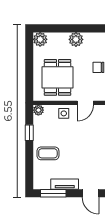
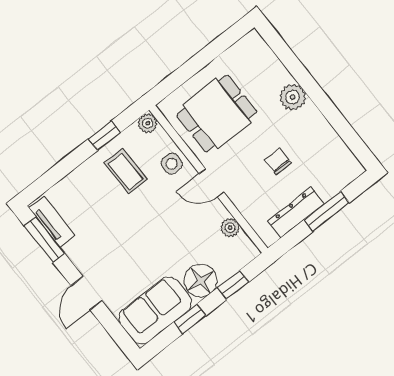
plant: (40, 39) -> (252, 45), removed
coffee table: (48, 153) -> (126, 171), moved
tv unit: (65, 184) -> (52, 222), moved

